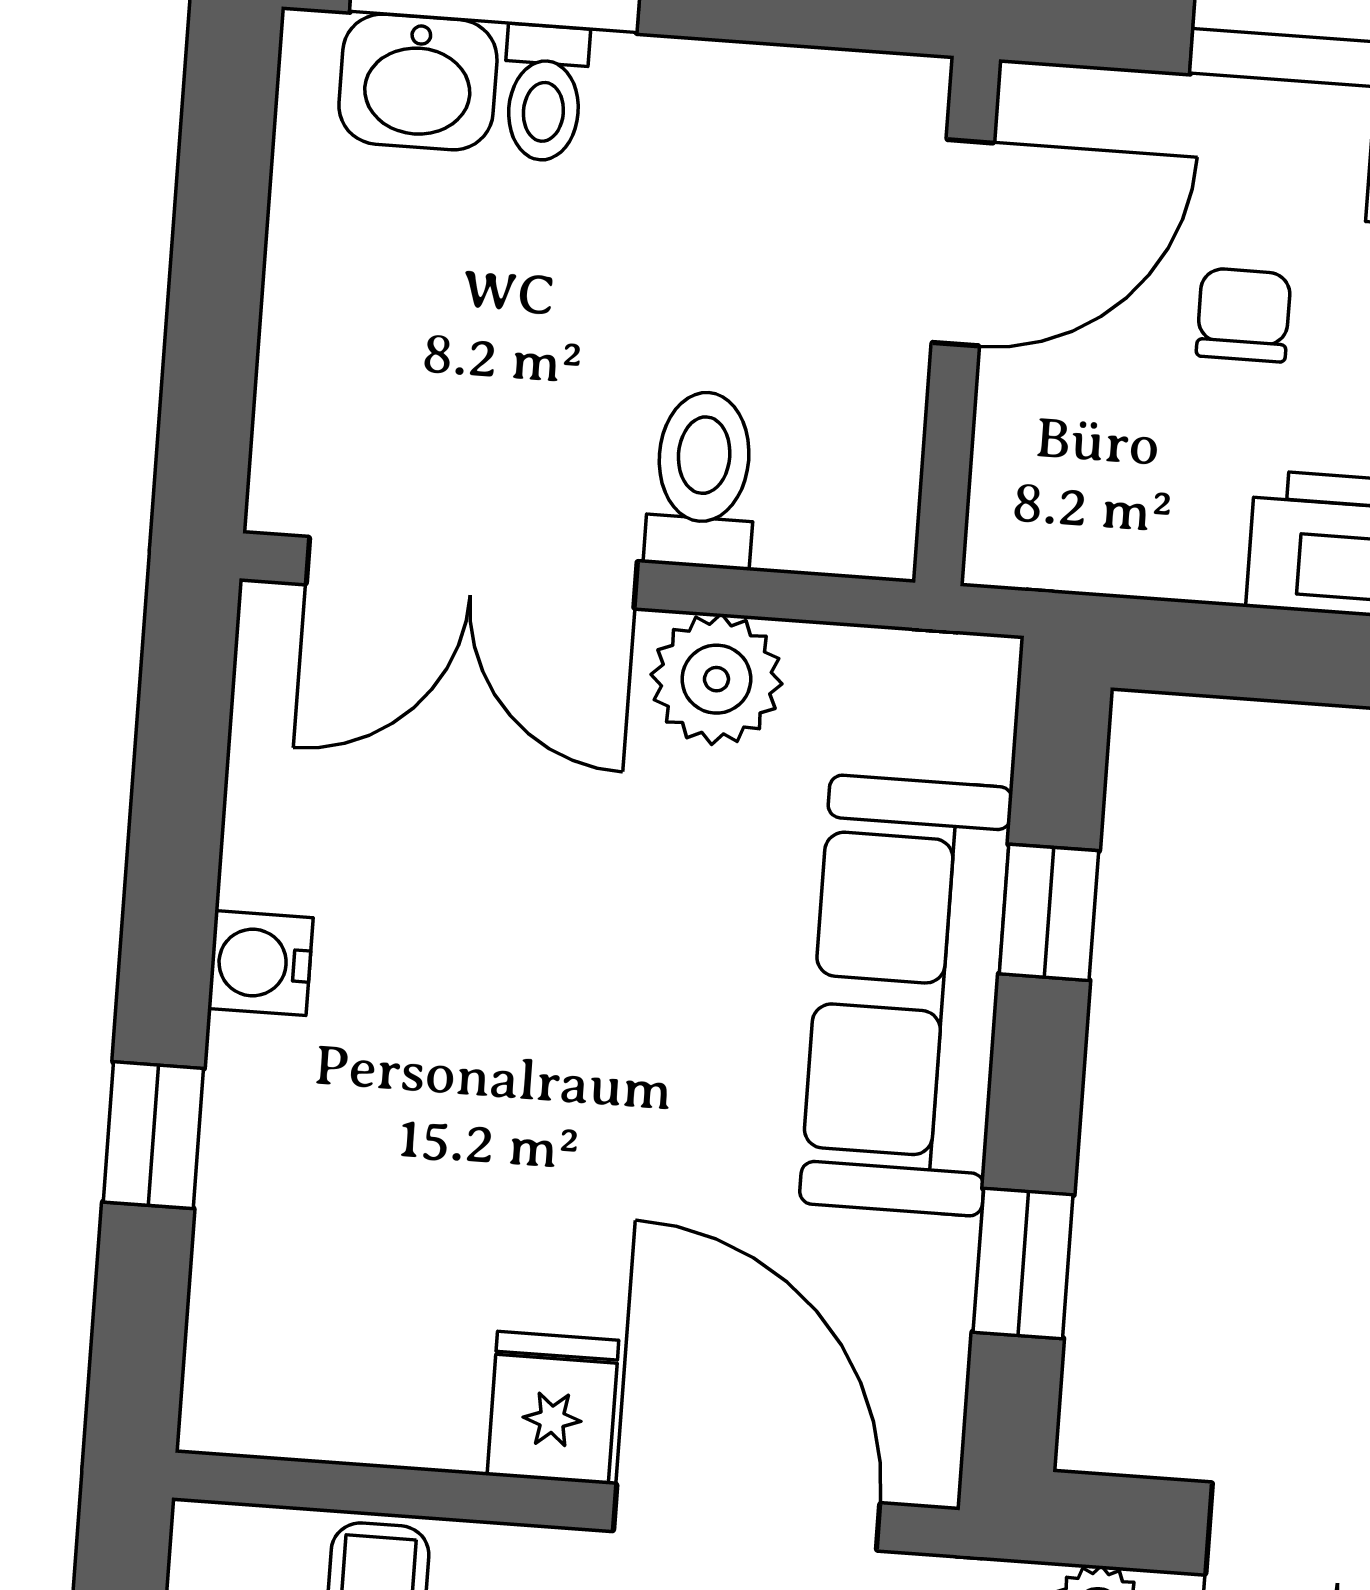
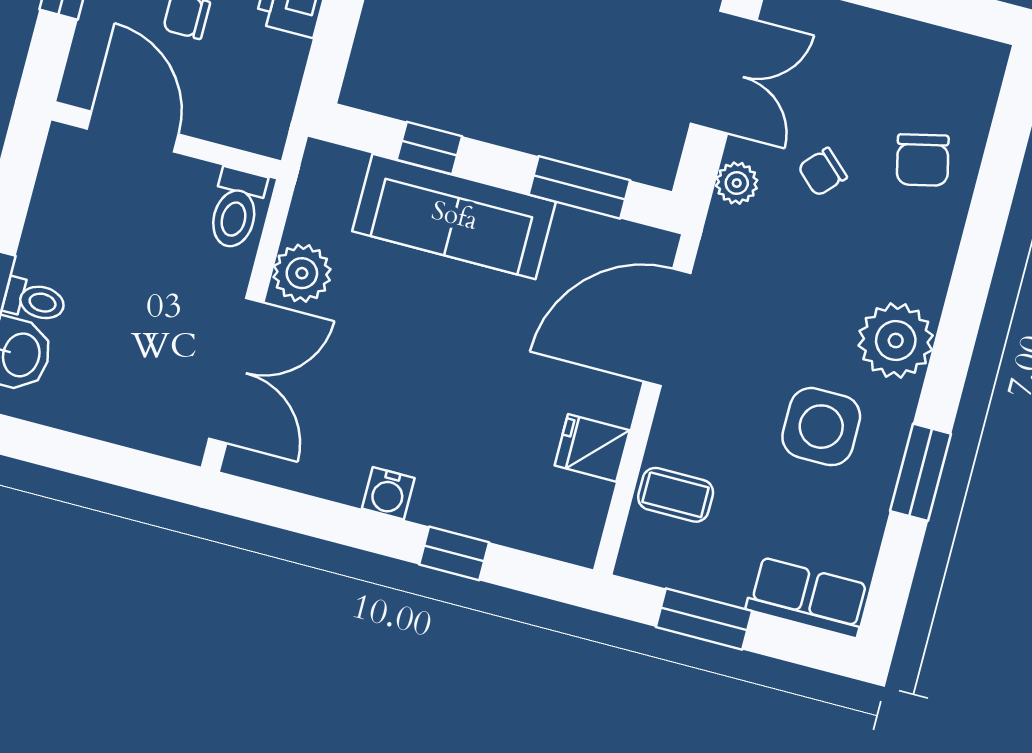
toilet: (702, 480) -> (236, 209), moved, turned -90
window: (1023, 1263) -> (579, 187), width x1.50
fridge: (553, 1408) -> (592, 448), moved

